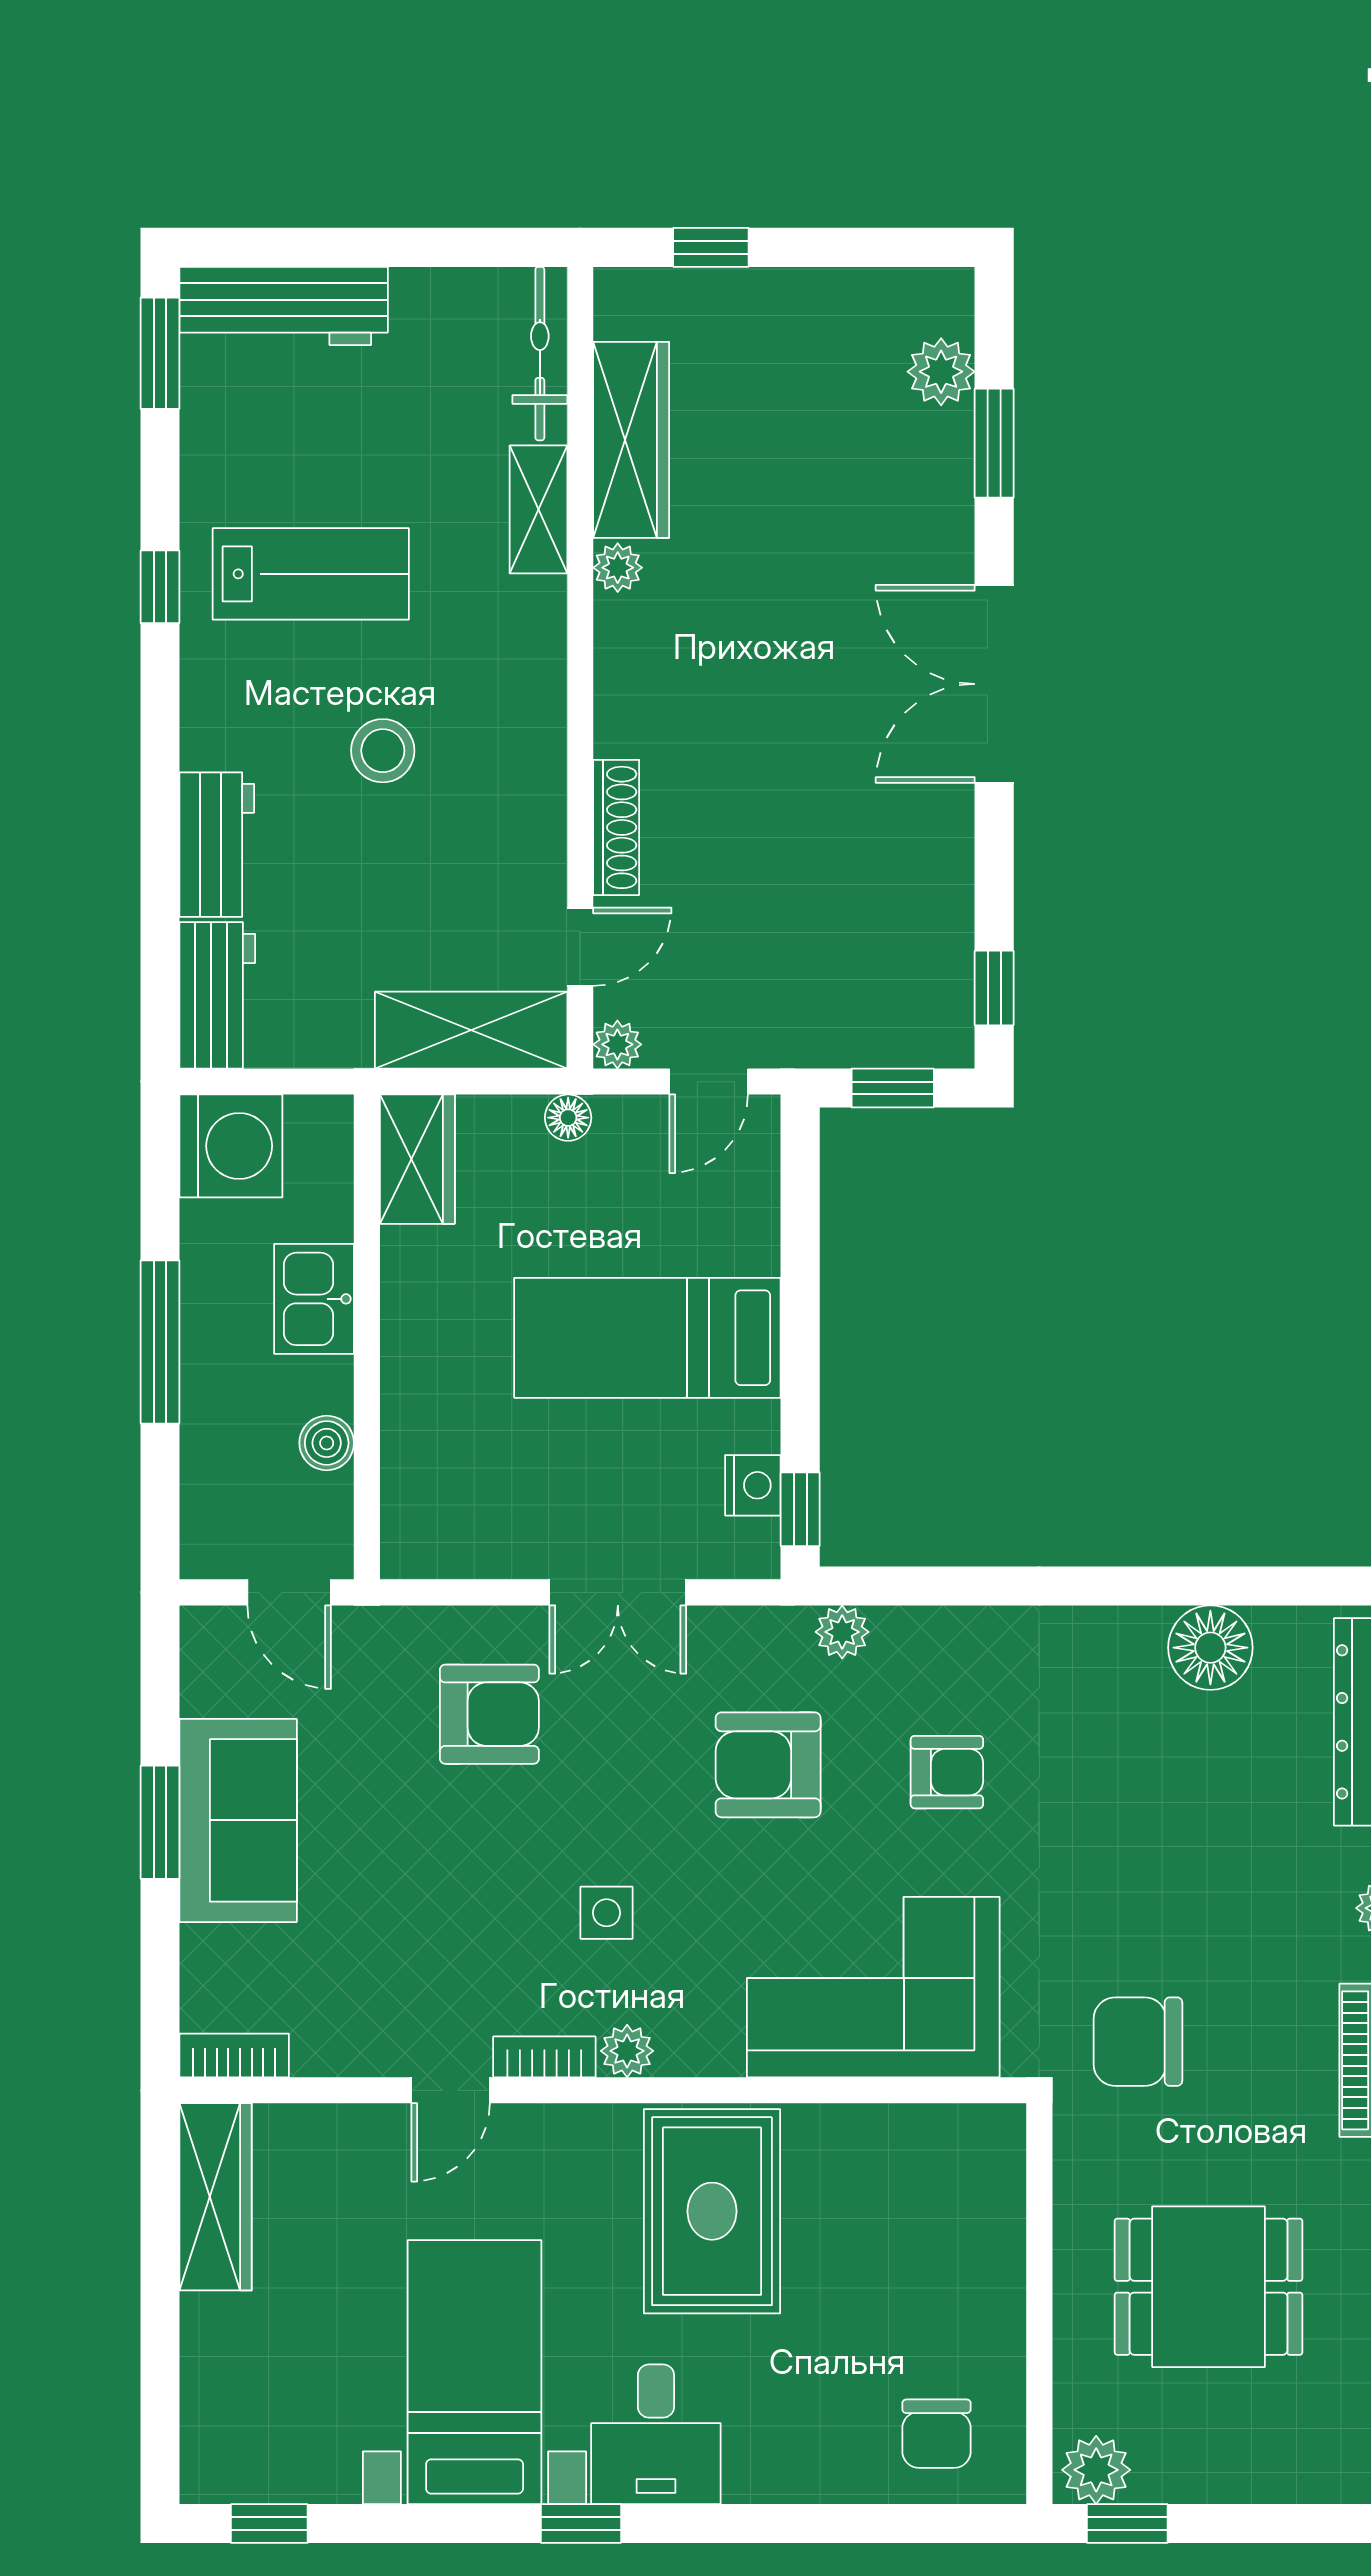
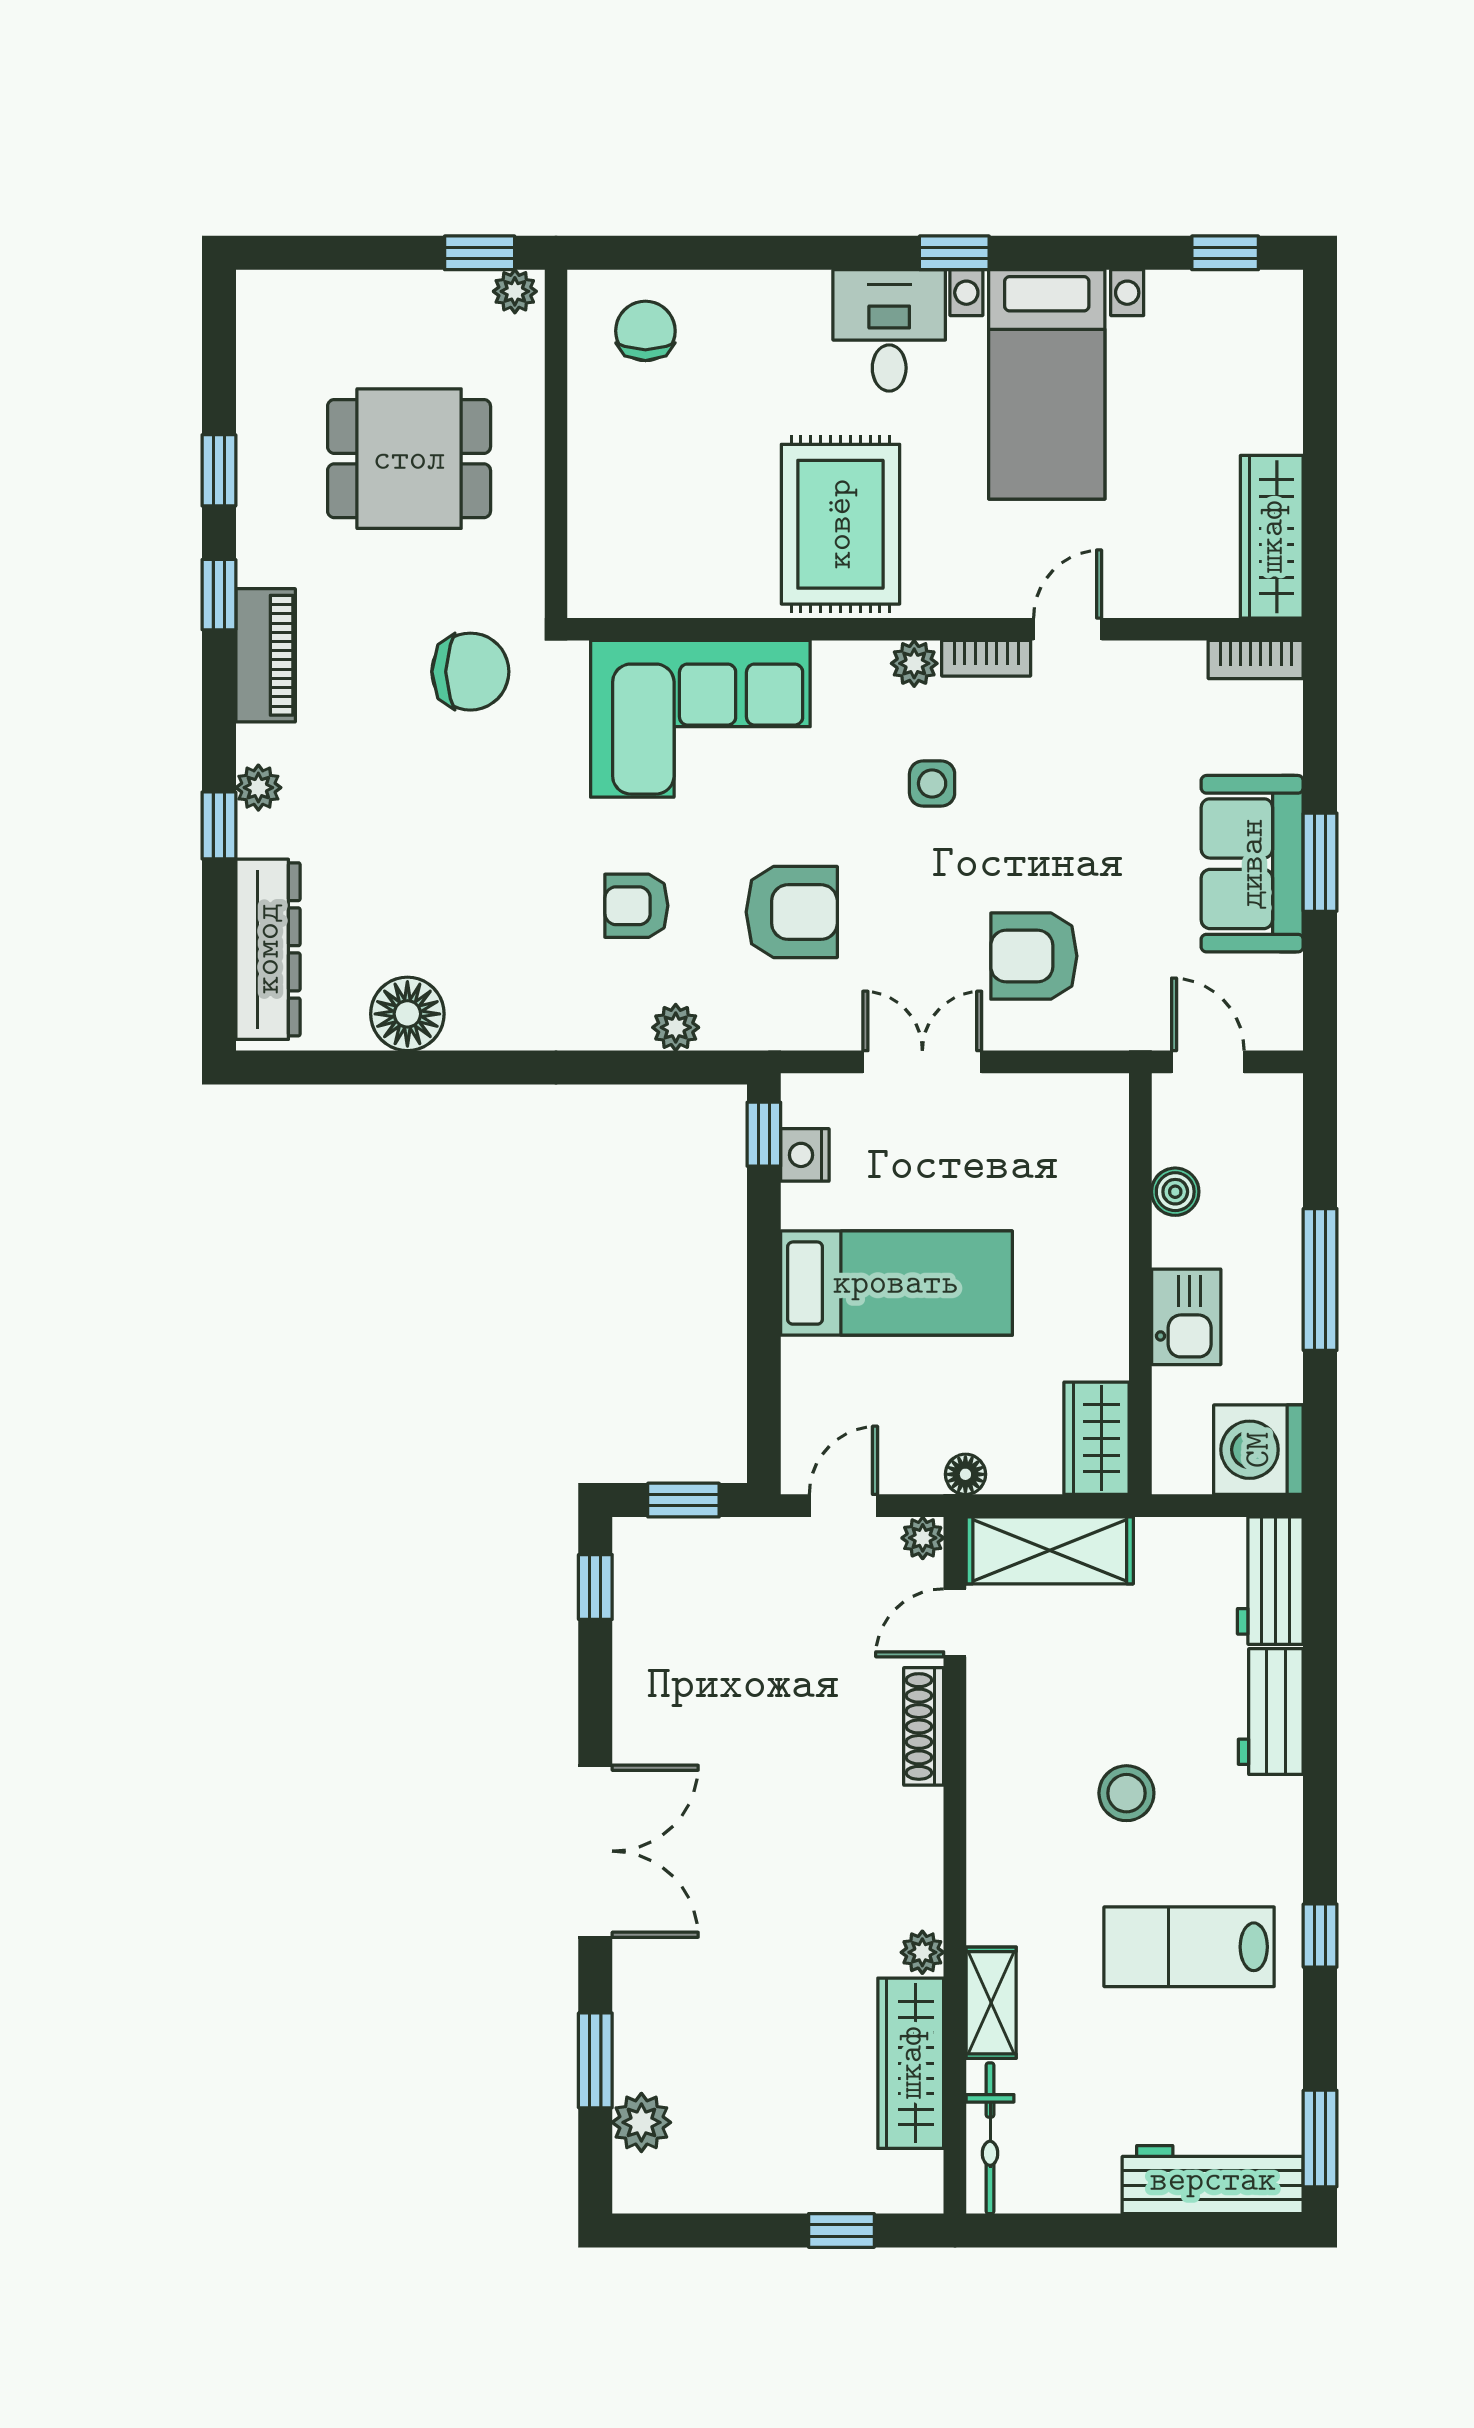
plant: (842, 1632) -> (676, 1027), moved
plant: (1096, 2470) -> (515, 291), width x0.73, depth x0.73

